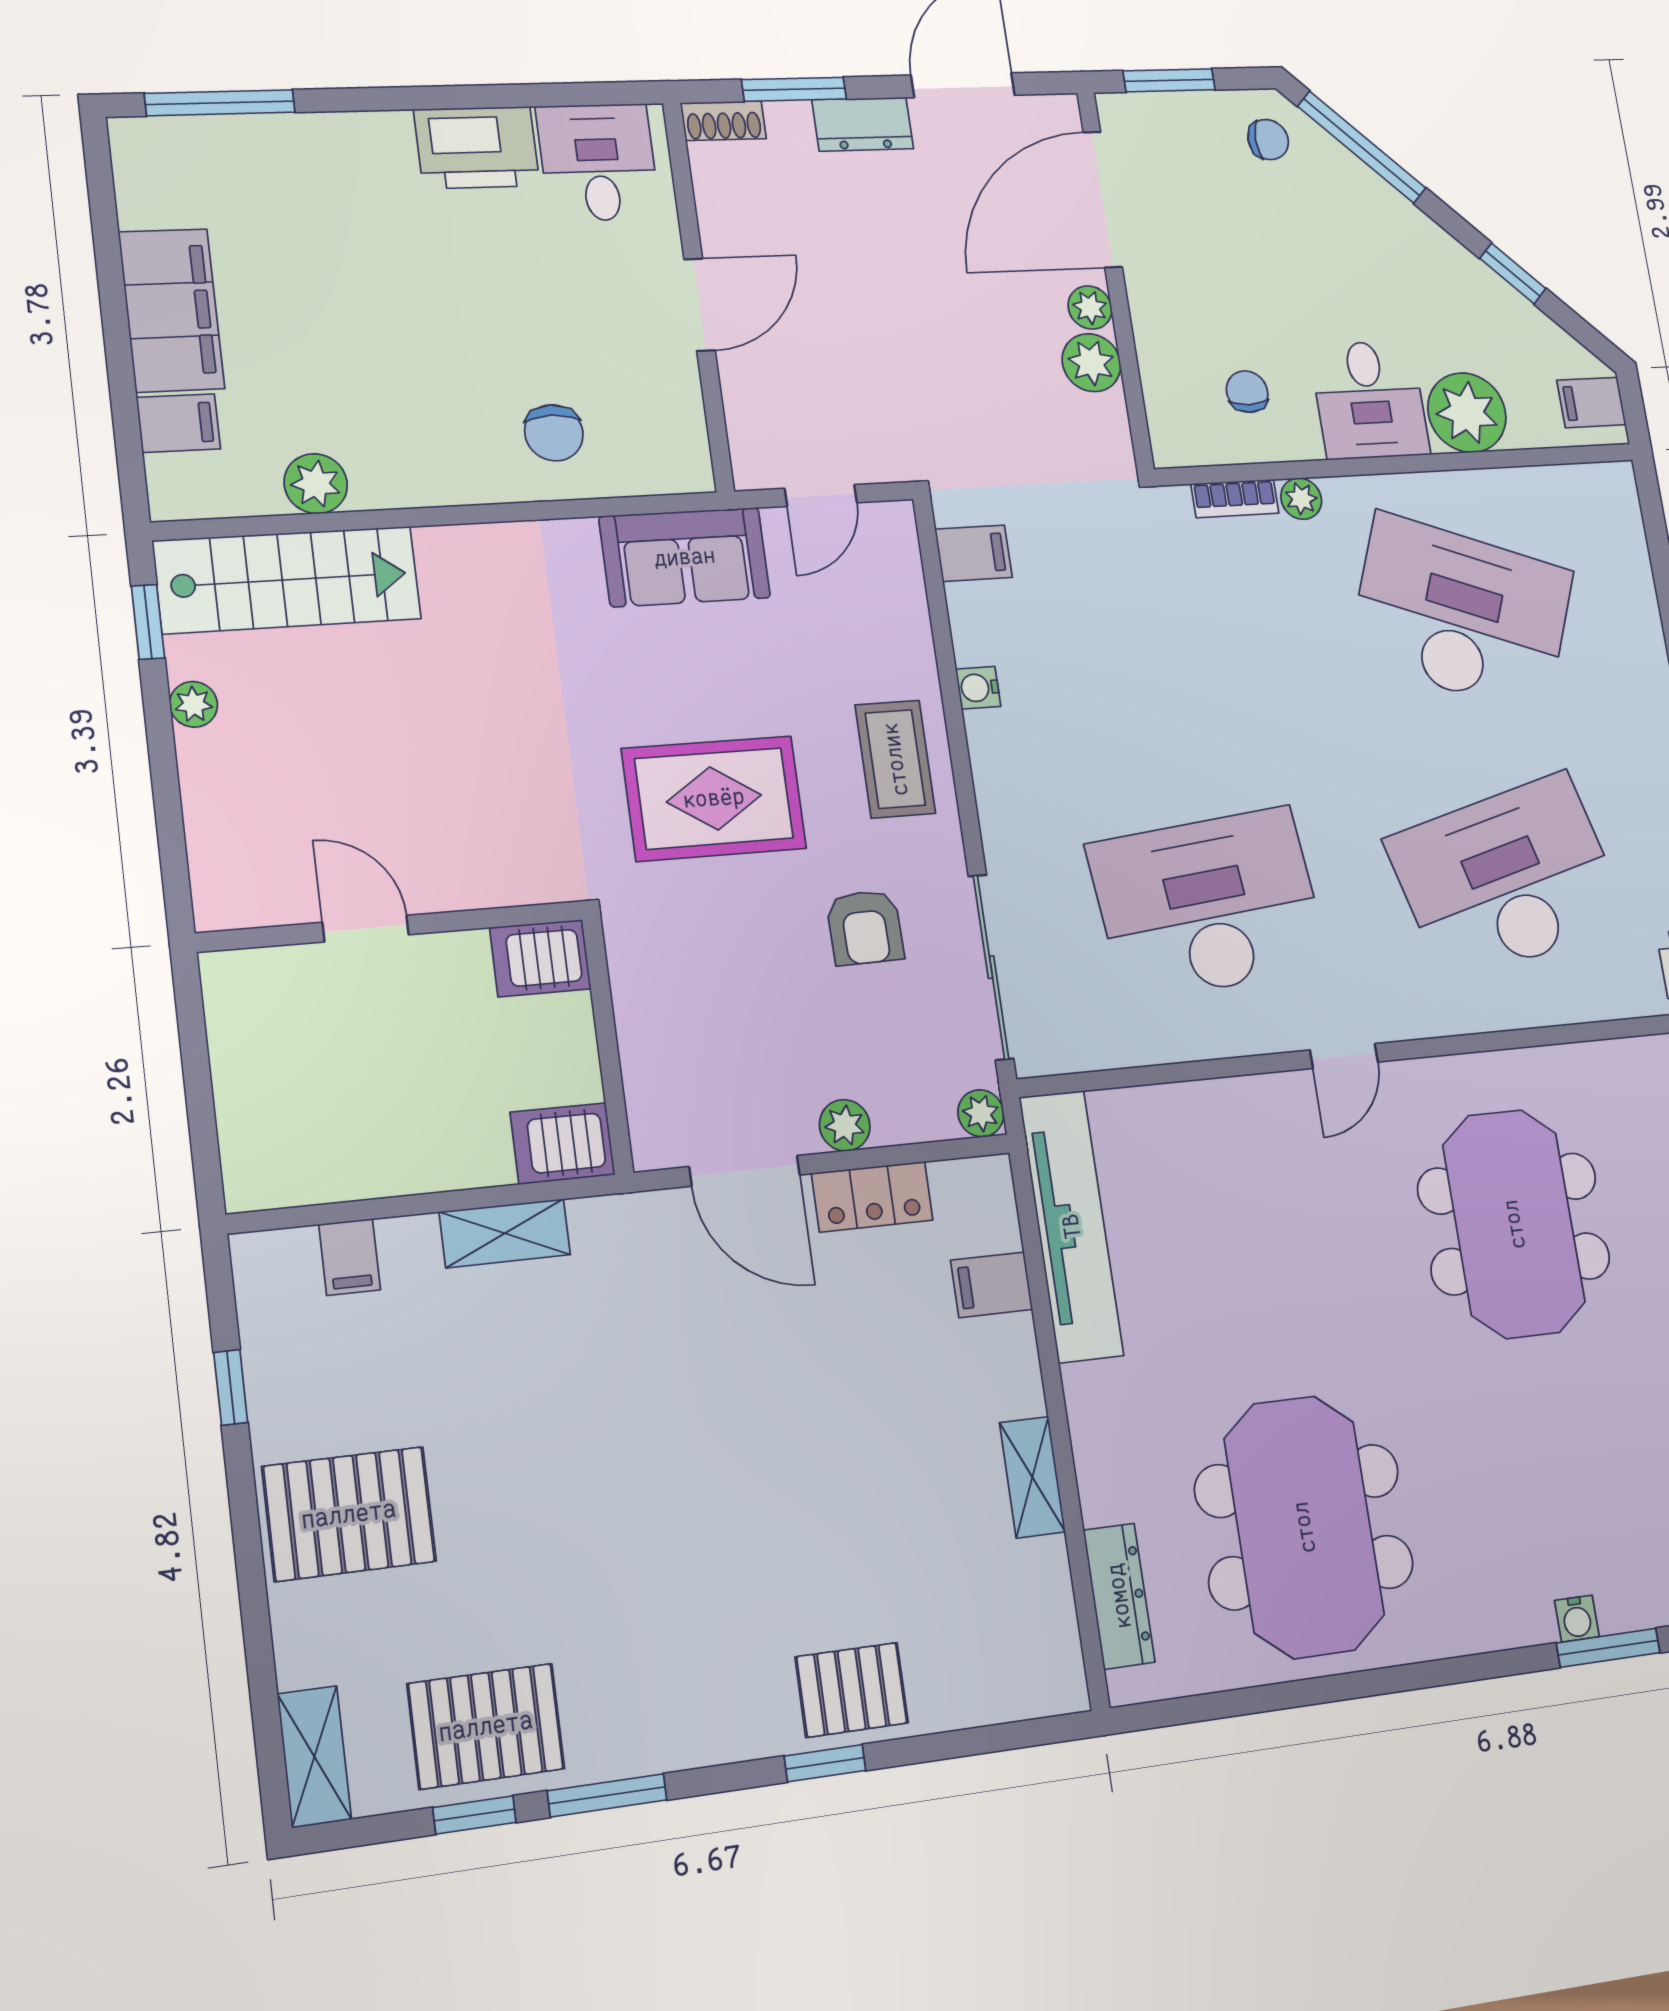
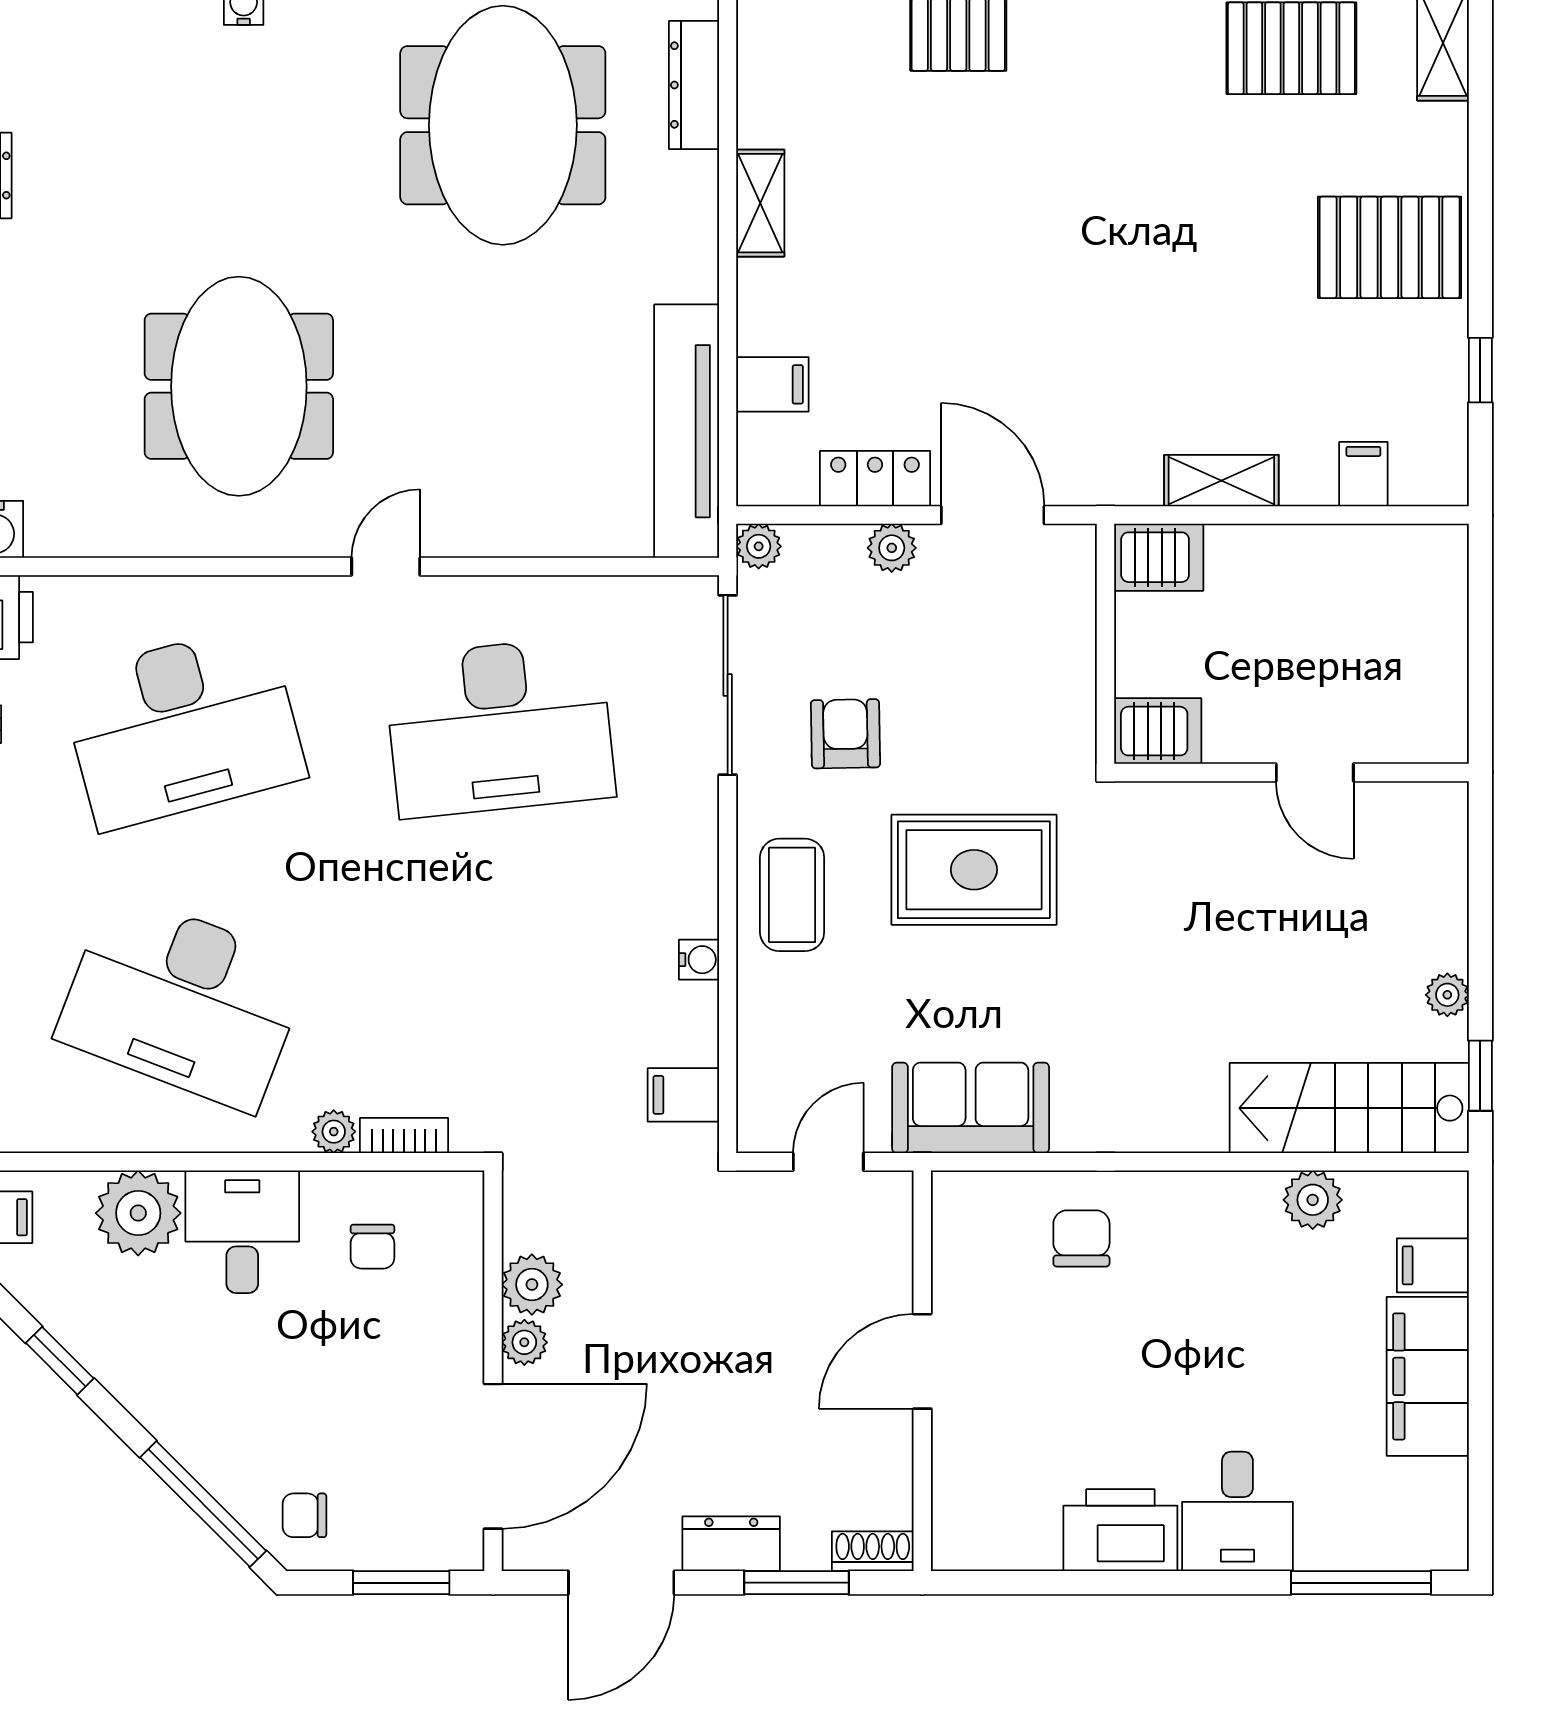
desk: (598, 162) -> (1237, 1511), moved

